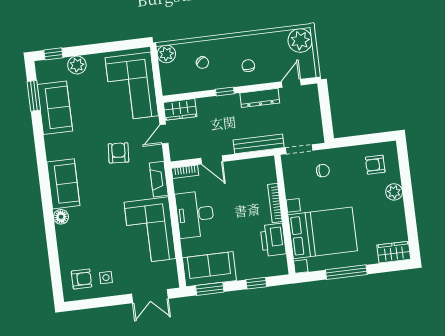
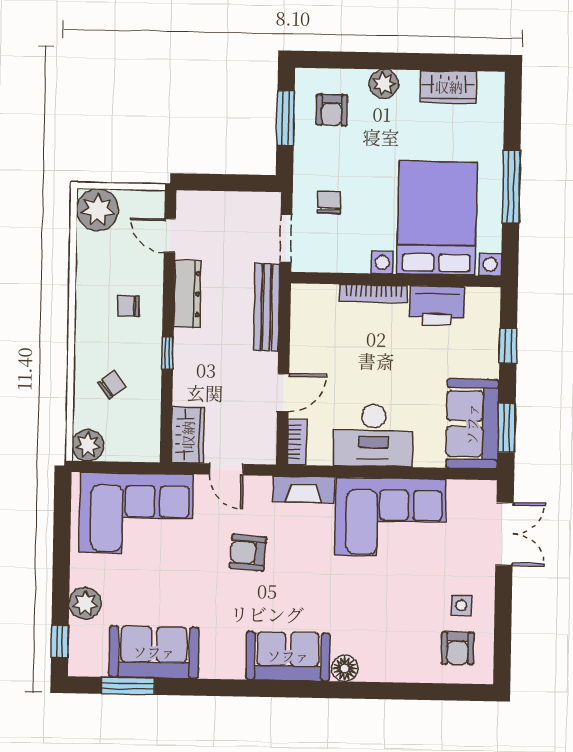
window: (367, 139) -> (286, 118), added
wardrobe: (394, 252) -> (449, 87), moved, turned -90
armchair: (82, 279) -> (458, 648), turned 180

